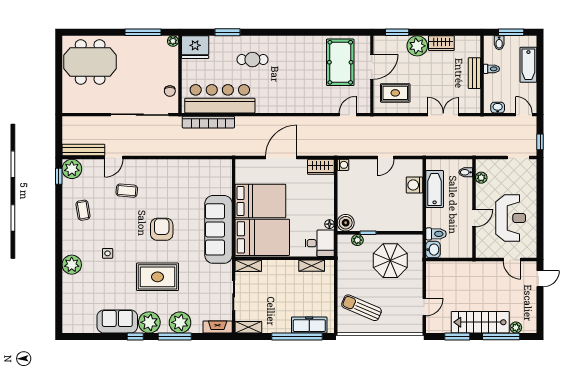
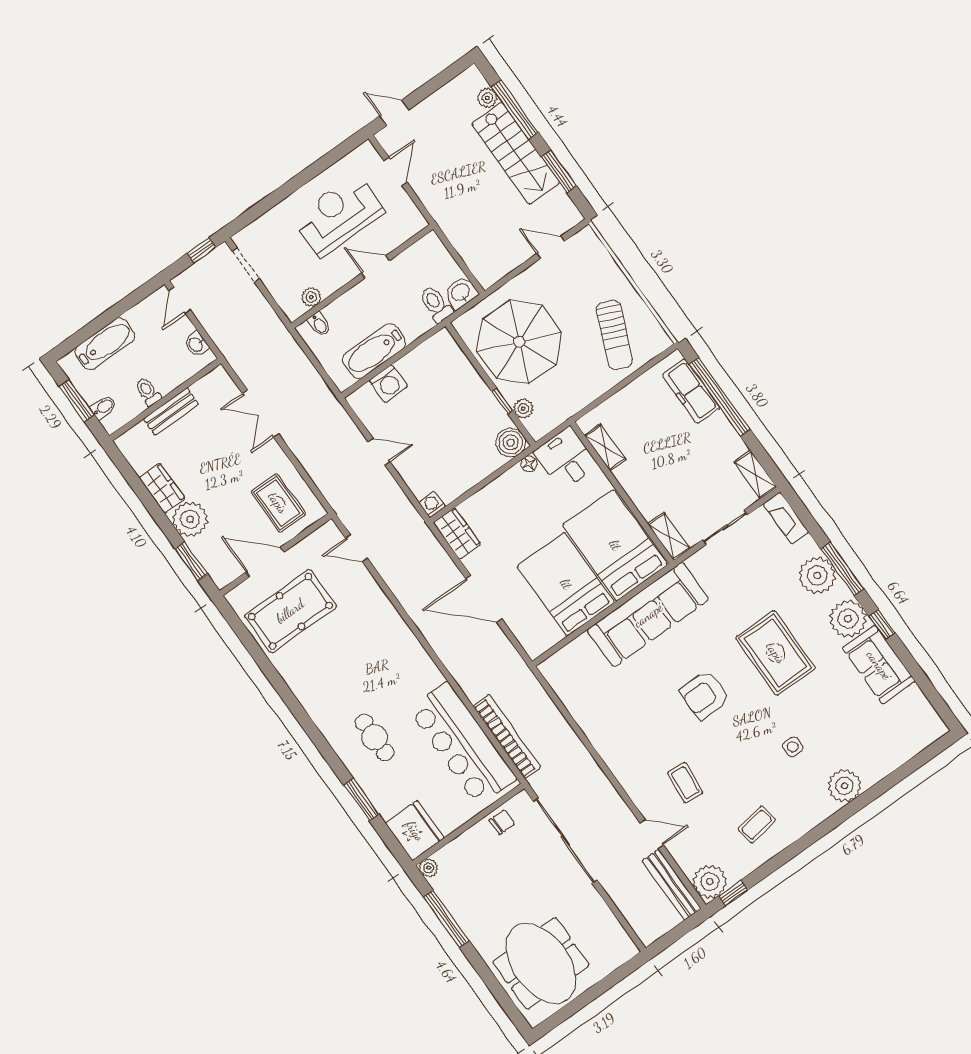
parasol: (390, 261) -> (519, 342), width x1.36, depth x1.36

